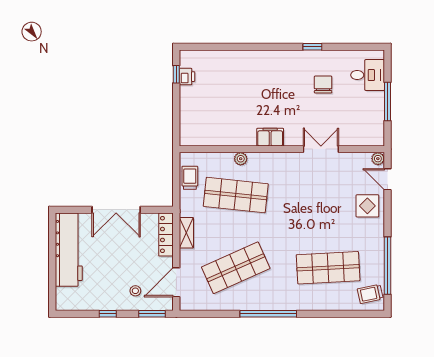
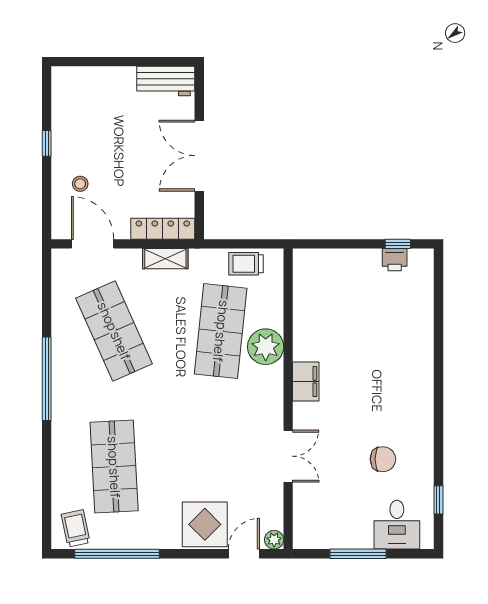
window: (312, 47) -> (438, 500), moved
plant: (241, 159) -> (266, 347), width x1.87, depth x1.87
trolley: (190, 178) -> (246, 264), turned 180
display table: (367, 206) -> (205, 524), width x1.36, depth x1.36
workbench: (69, 250) -> (166, 81), width x0.53, depth x0.76
window: (152, 314) -> (47, 208), removed

